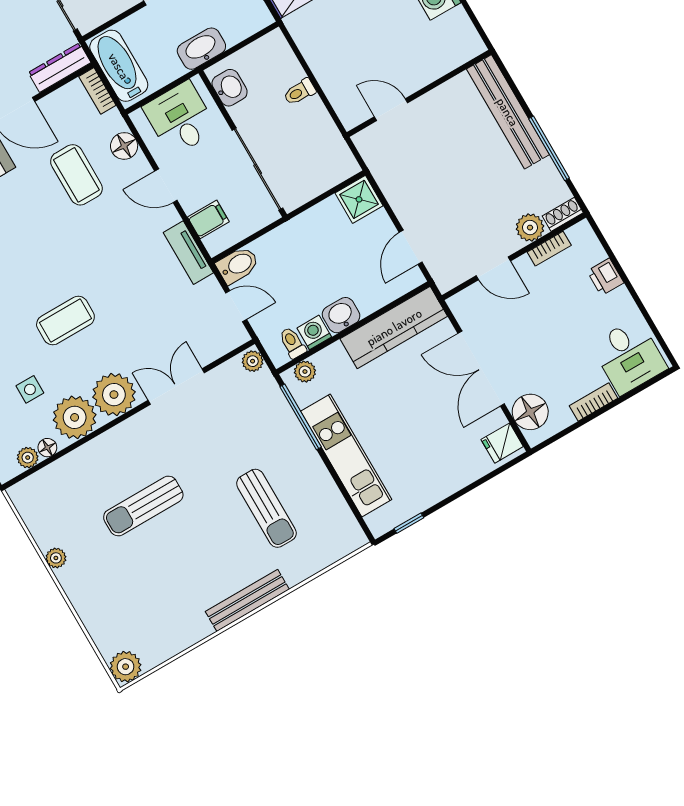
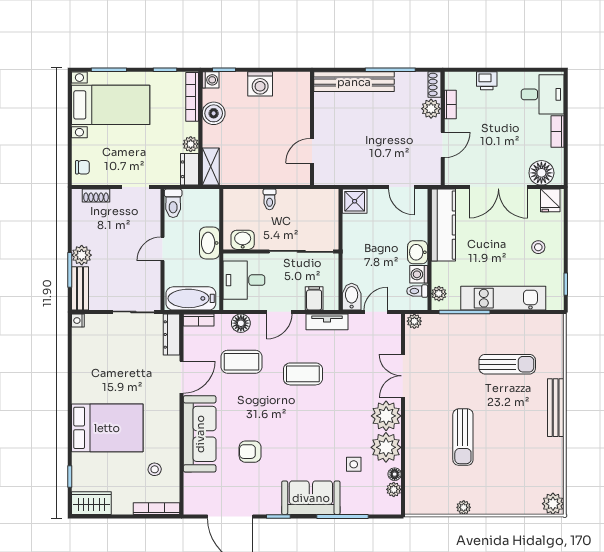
coffee table: (65, 321) -> (303, 374), moved, turned 90
stool: (435, 462) -> (538, 247), added

